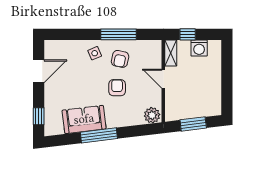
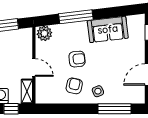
window: (118, 34) -> (114, 109), moved
armchair: (117, 88) -> (77, 59), turned -96
window: (99, 135) -> (76, 17), moved

